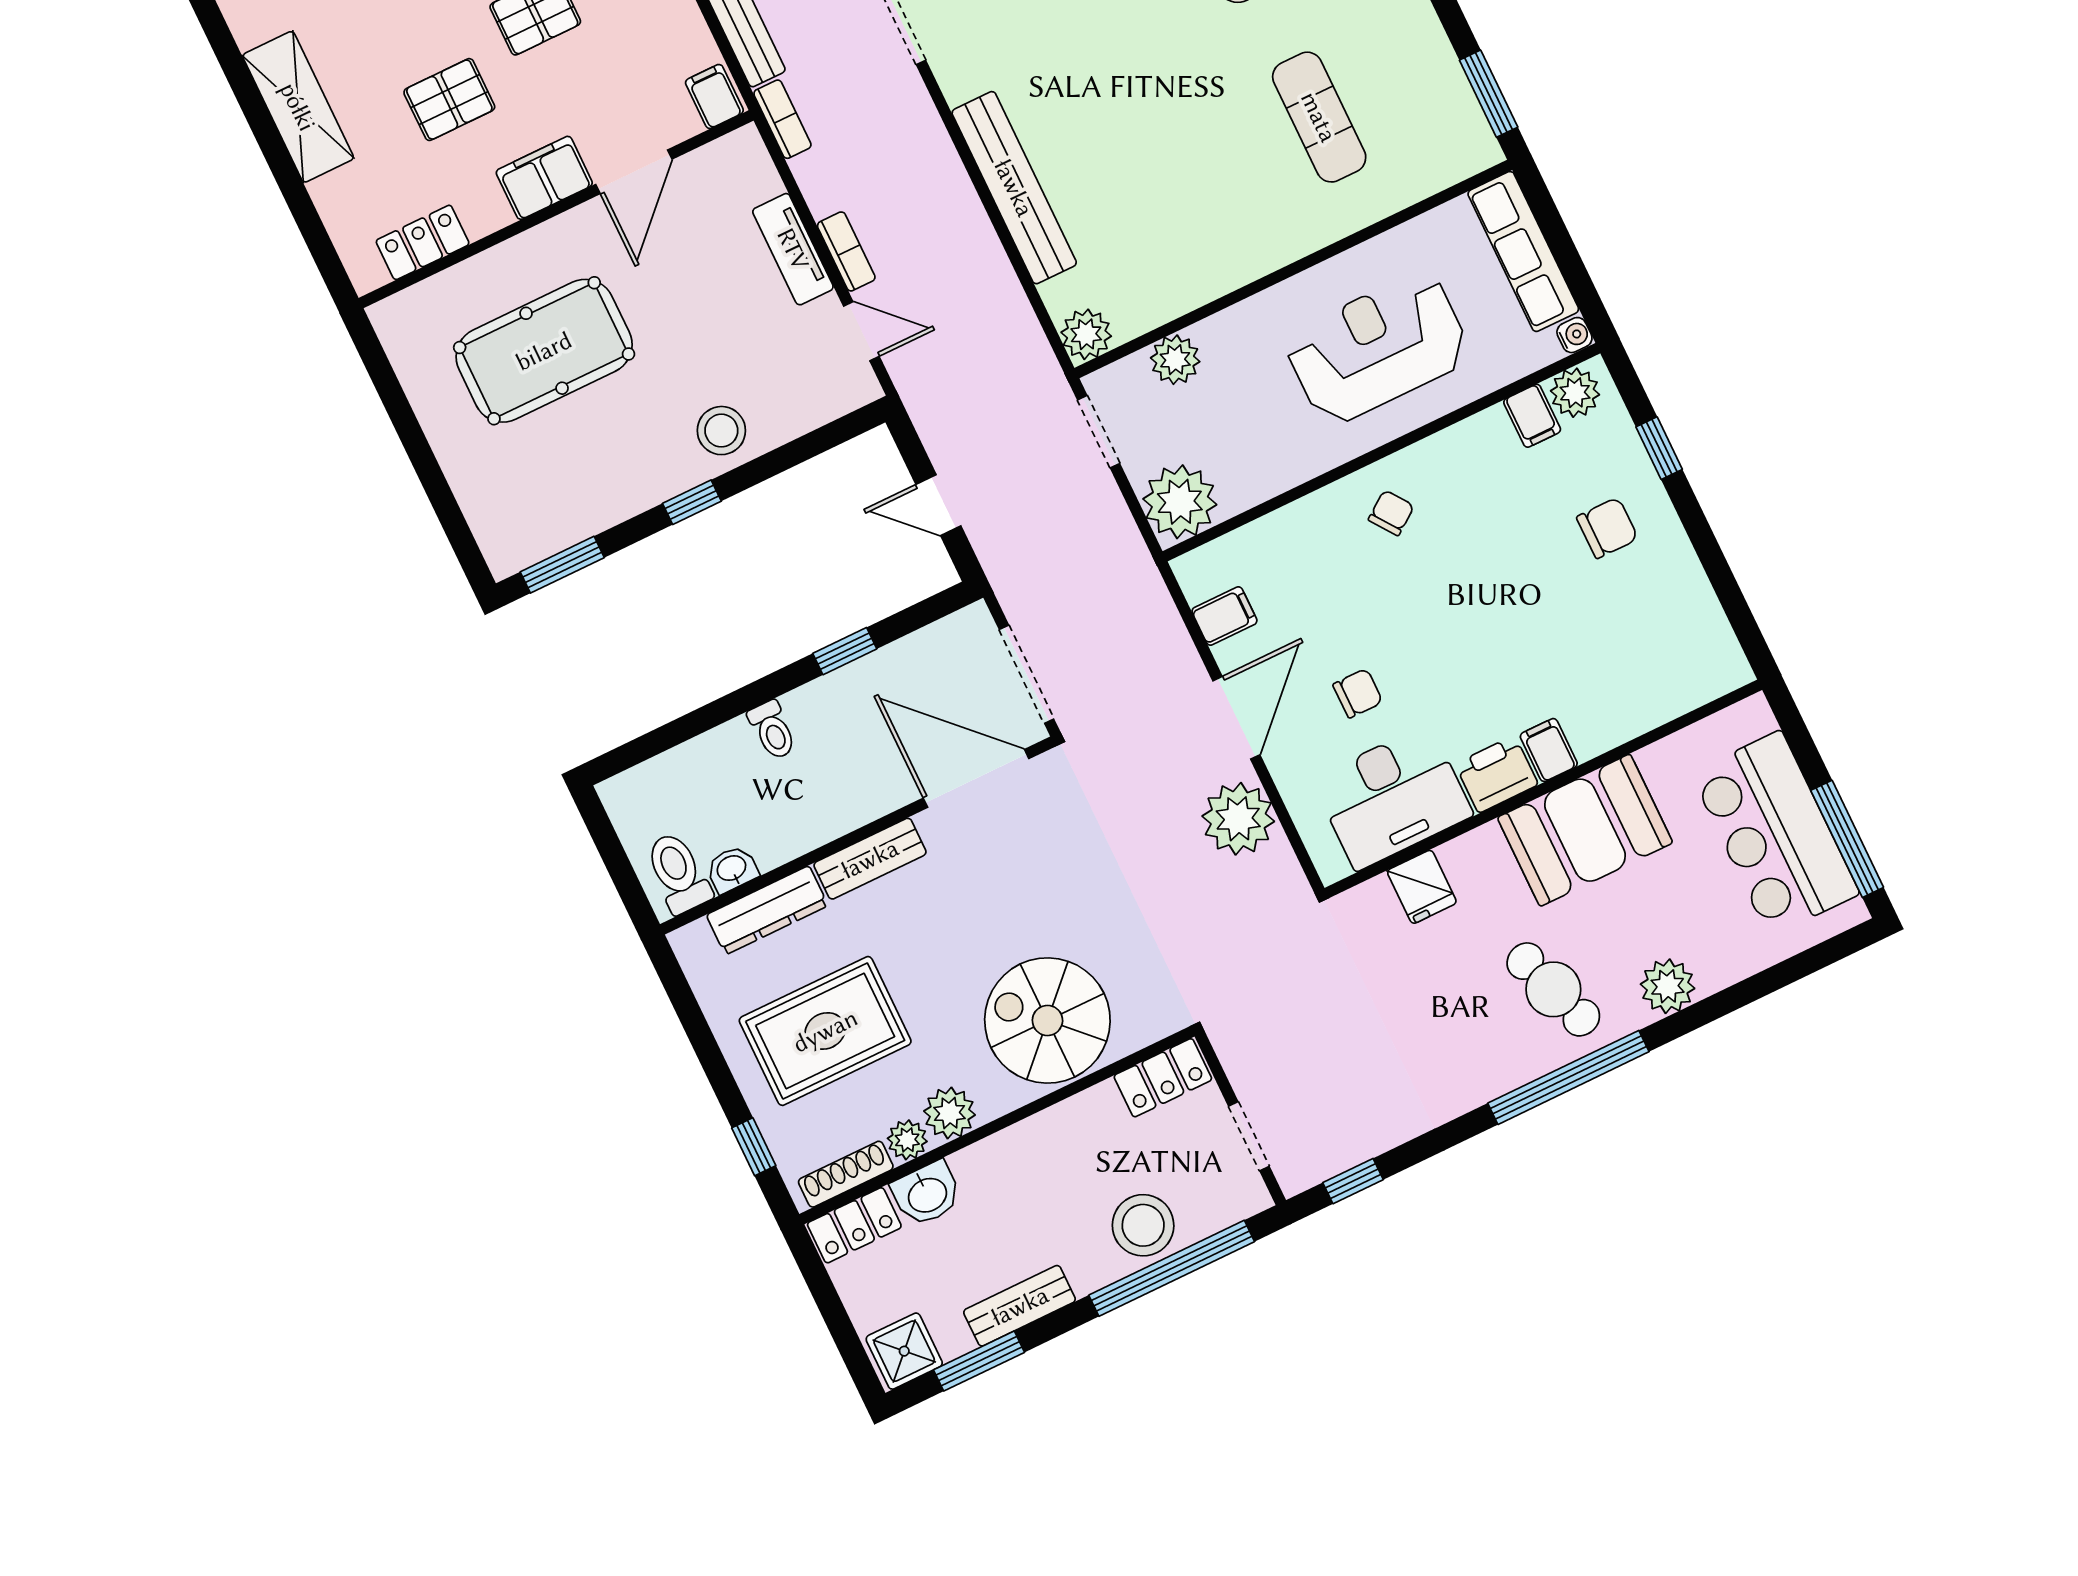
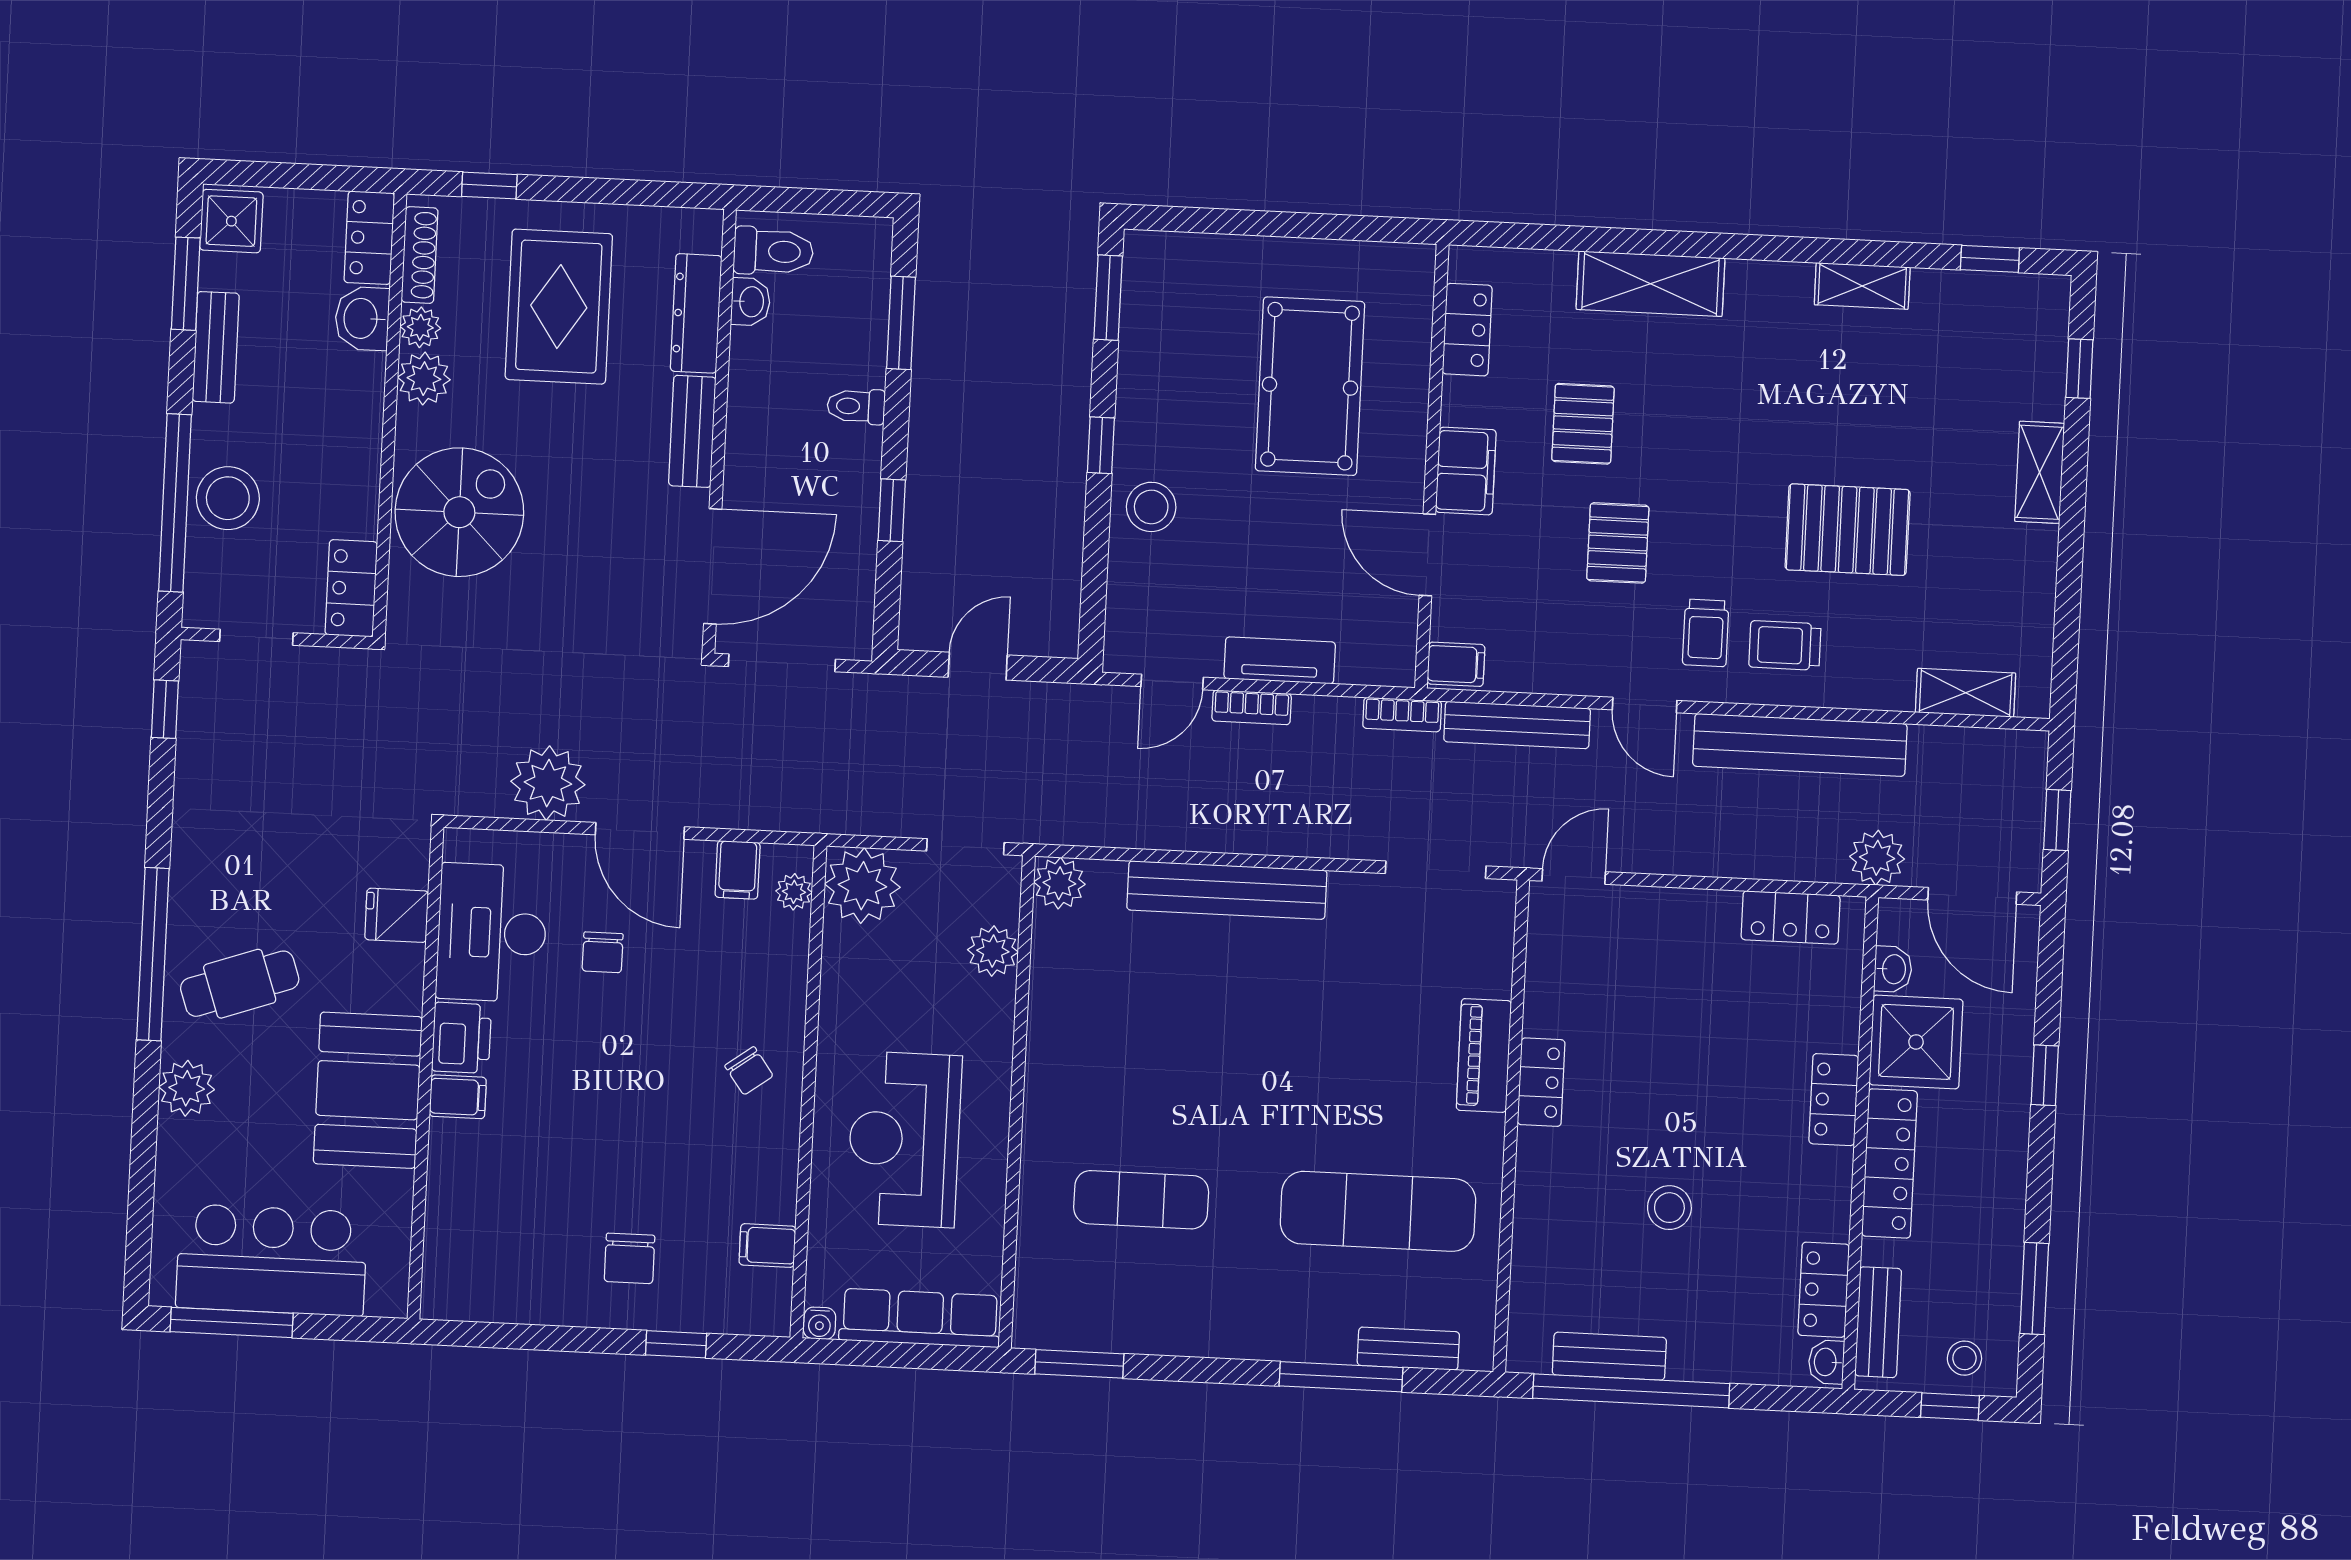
reception desk: (1378, 348) -> (904, 1139), turned 180
plant: (1575, 393) -> (794, 892), moved, width x0.73, depth x0.73
window: (680, 730) -> (901, 323), added

